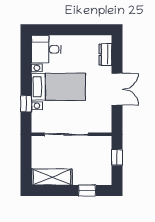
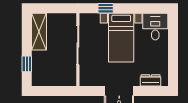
window: (117, 157) -> (57, 91), removed

